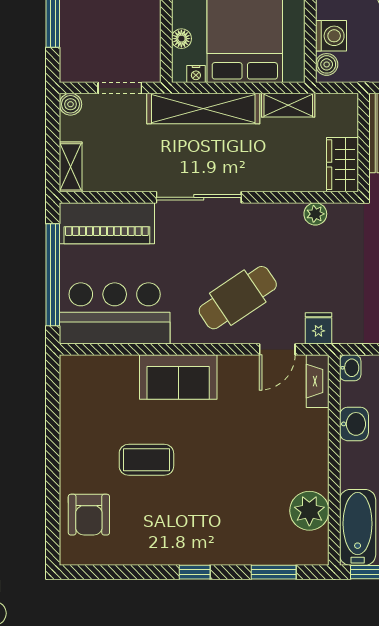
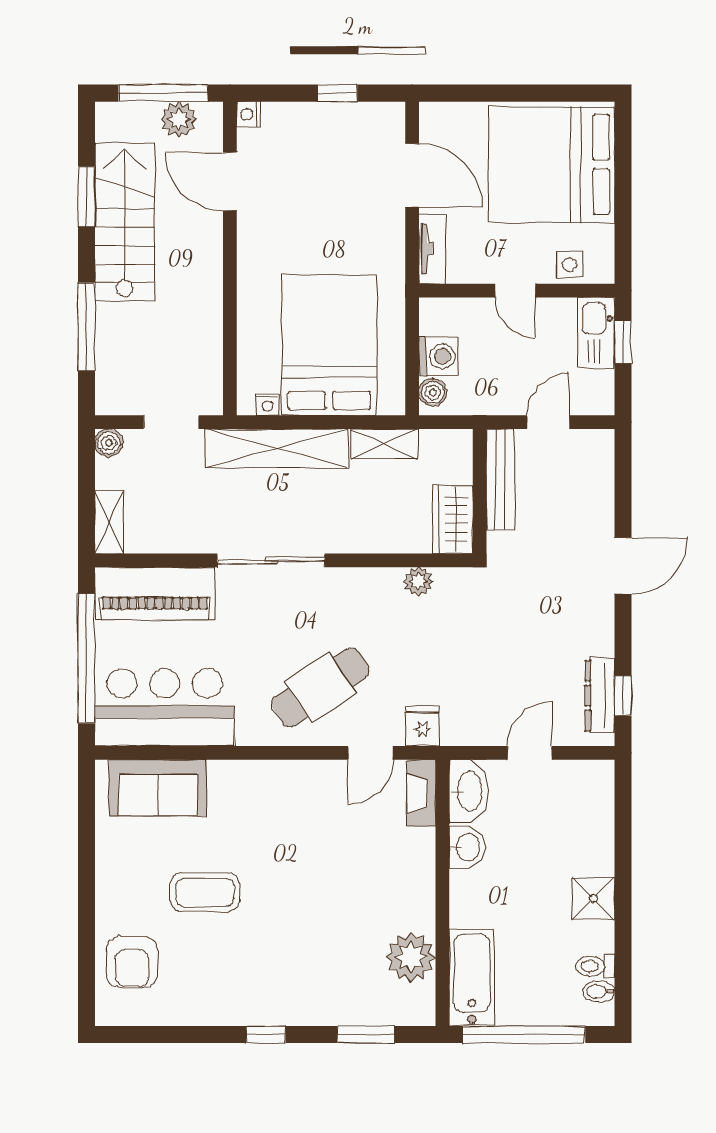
floor lamp: (181, 39) -> (249, 360), removed
washbasin: (350, 368) -> (469, 791), width x1.91, depth x1.45
sofa: (178, 377) -> (158, 788), moved

